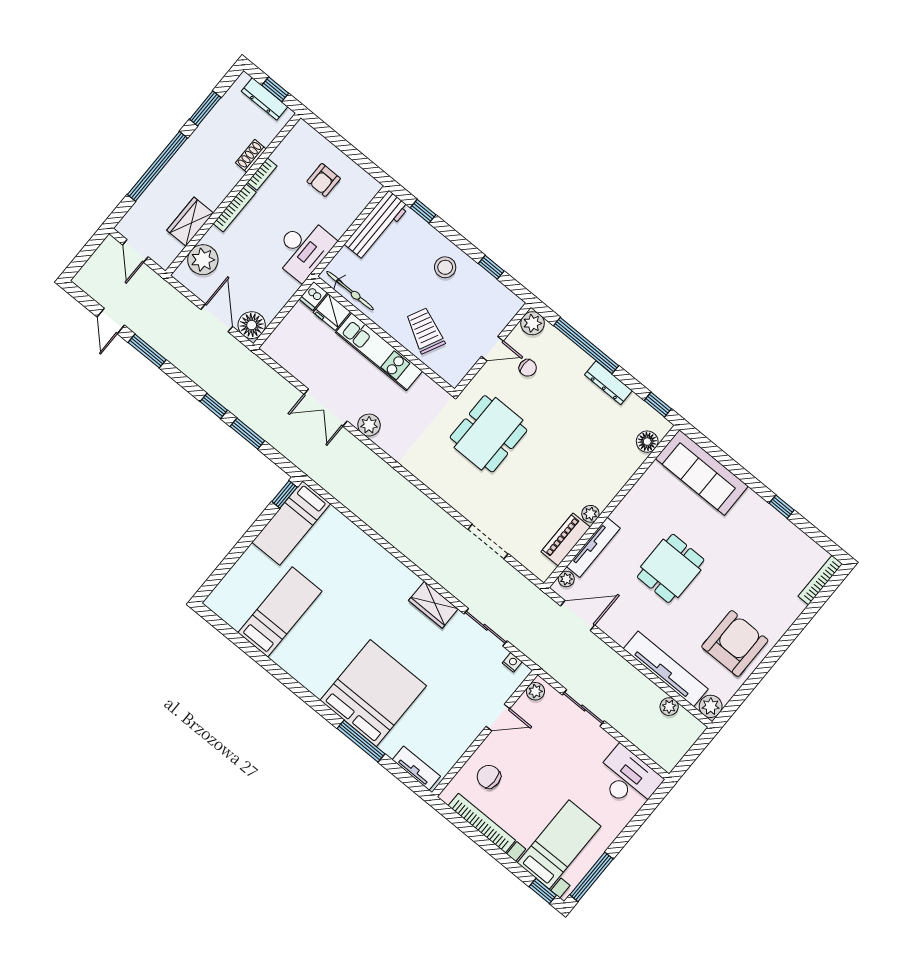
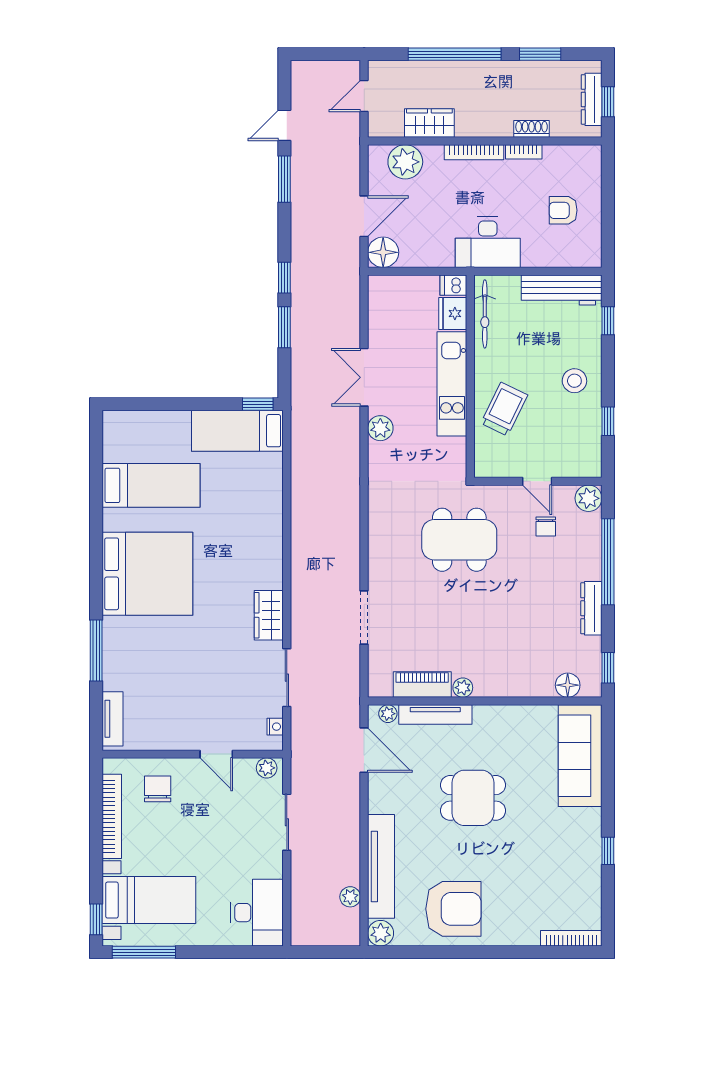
bed: (373, 693) -> (147, 574), moved

